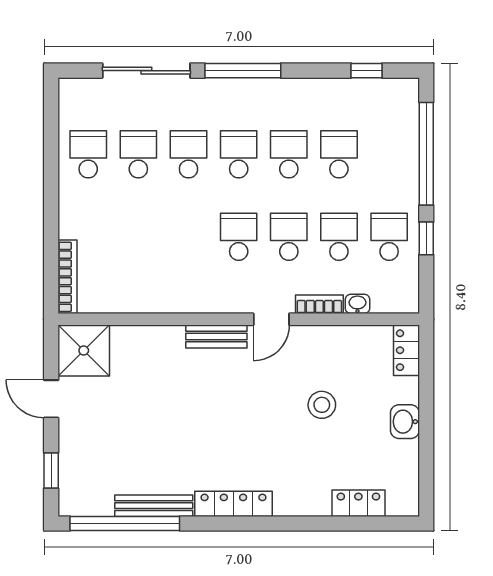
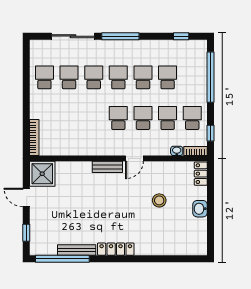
window: (426, 238) -> (210, 133), moved
bookcase: (319, 304) -> (195, 151), moved
locker: (358, 503) -> (177, 249), removed

